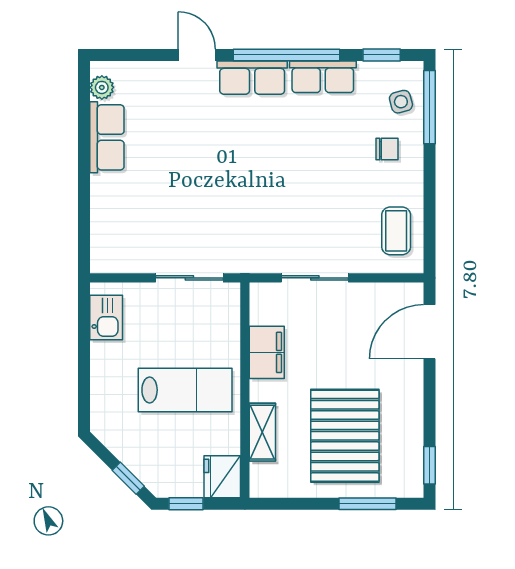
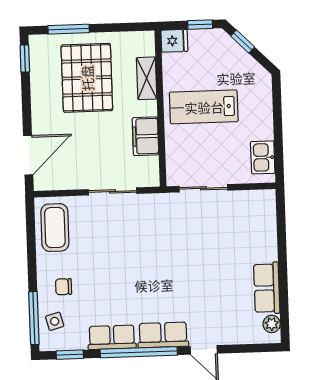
coffee table: (396, 231) -> (55, 228), width x1.36, depth x1.30
fridge: (222, 477) -> (174, 41), width x0.72

